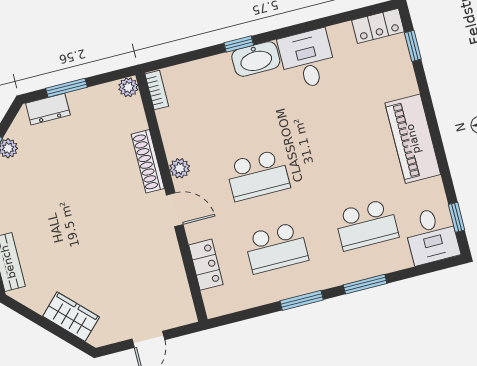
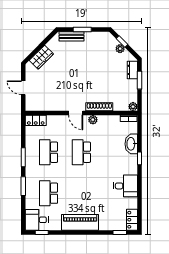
washbasin: (256, 59) -> (131, 144), moved
door: (175, 210) -> (76, 113), hinge flipped
locker: (206, 265) -> (36, 120), moved

